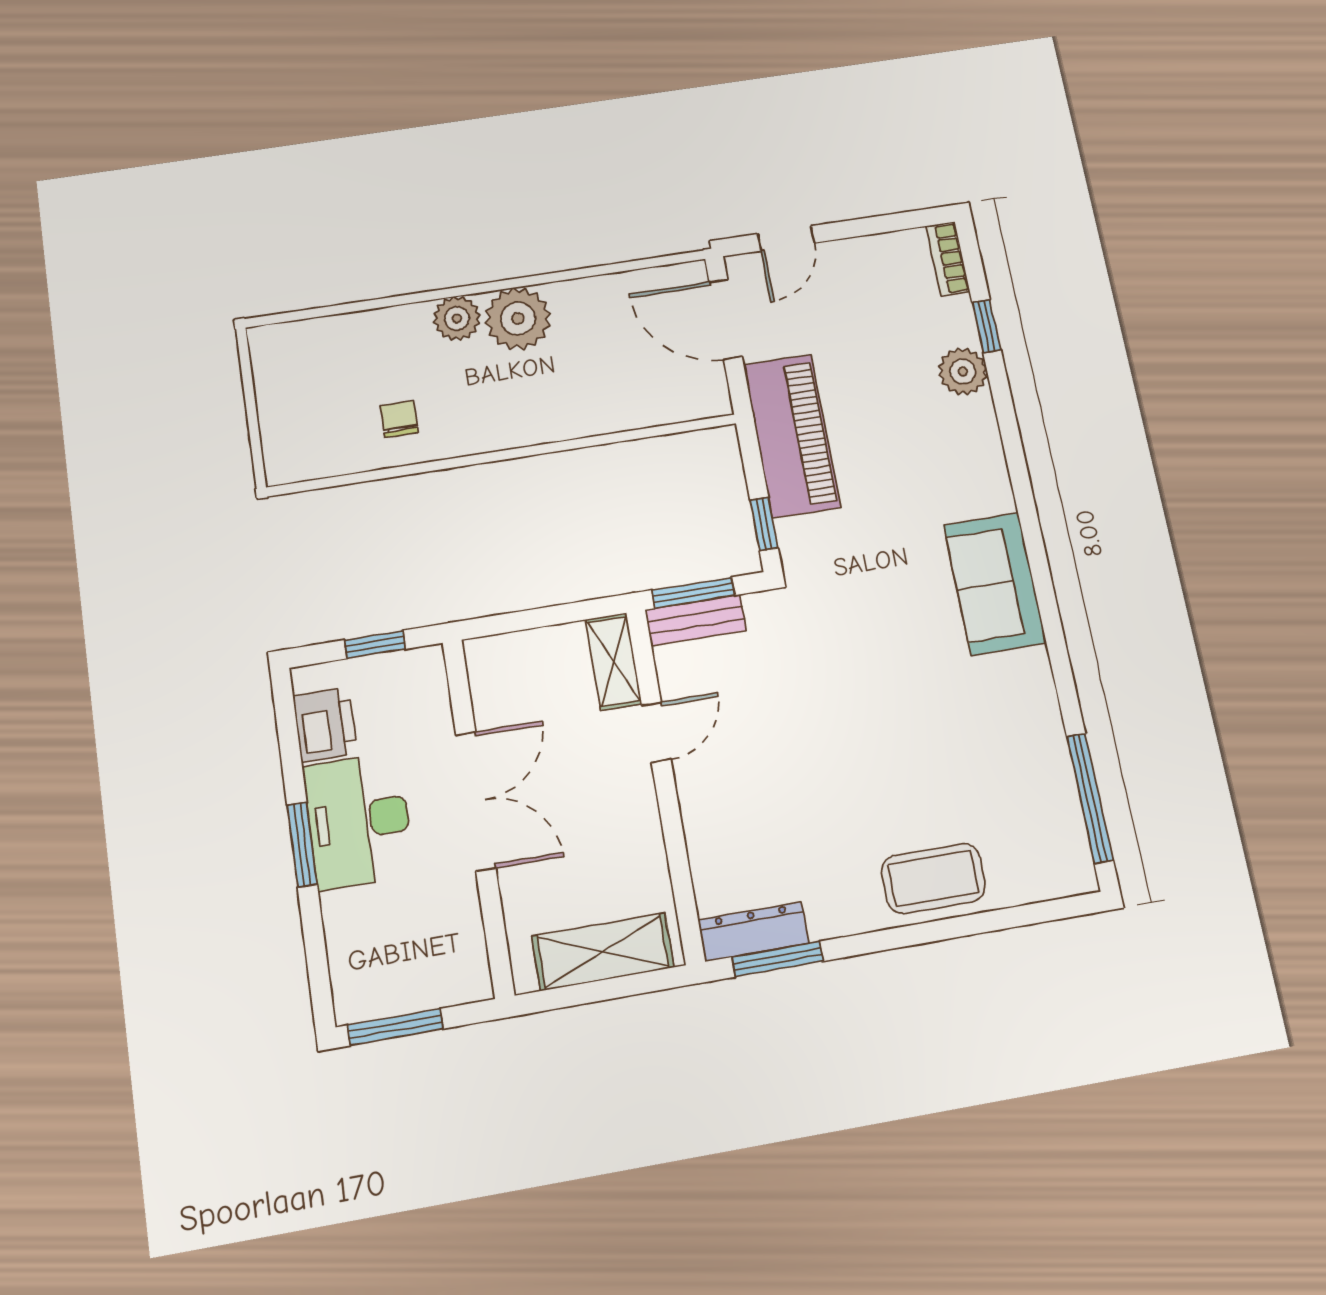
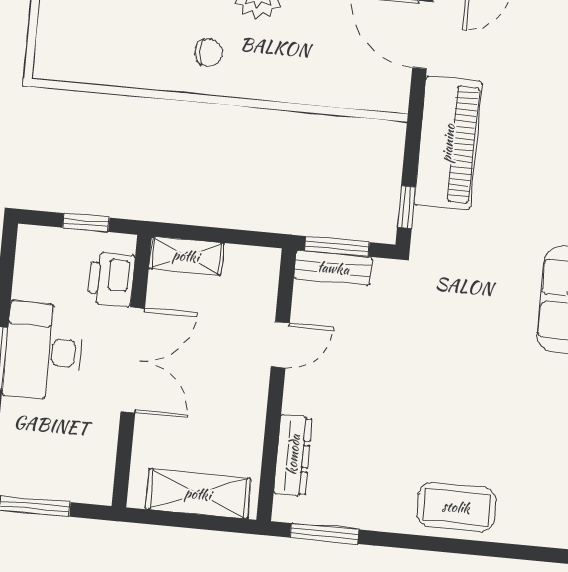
chair: (399, 419) -> (208, 53), moved, turned 90
shelving: (614, 661) -> (186, 256), moved, turned 90
printer: (325, 725) -> (111, 279), moved, turned 180
dresser: (753, 932) -> (293, 455), moved, turned 90

